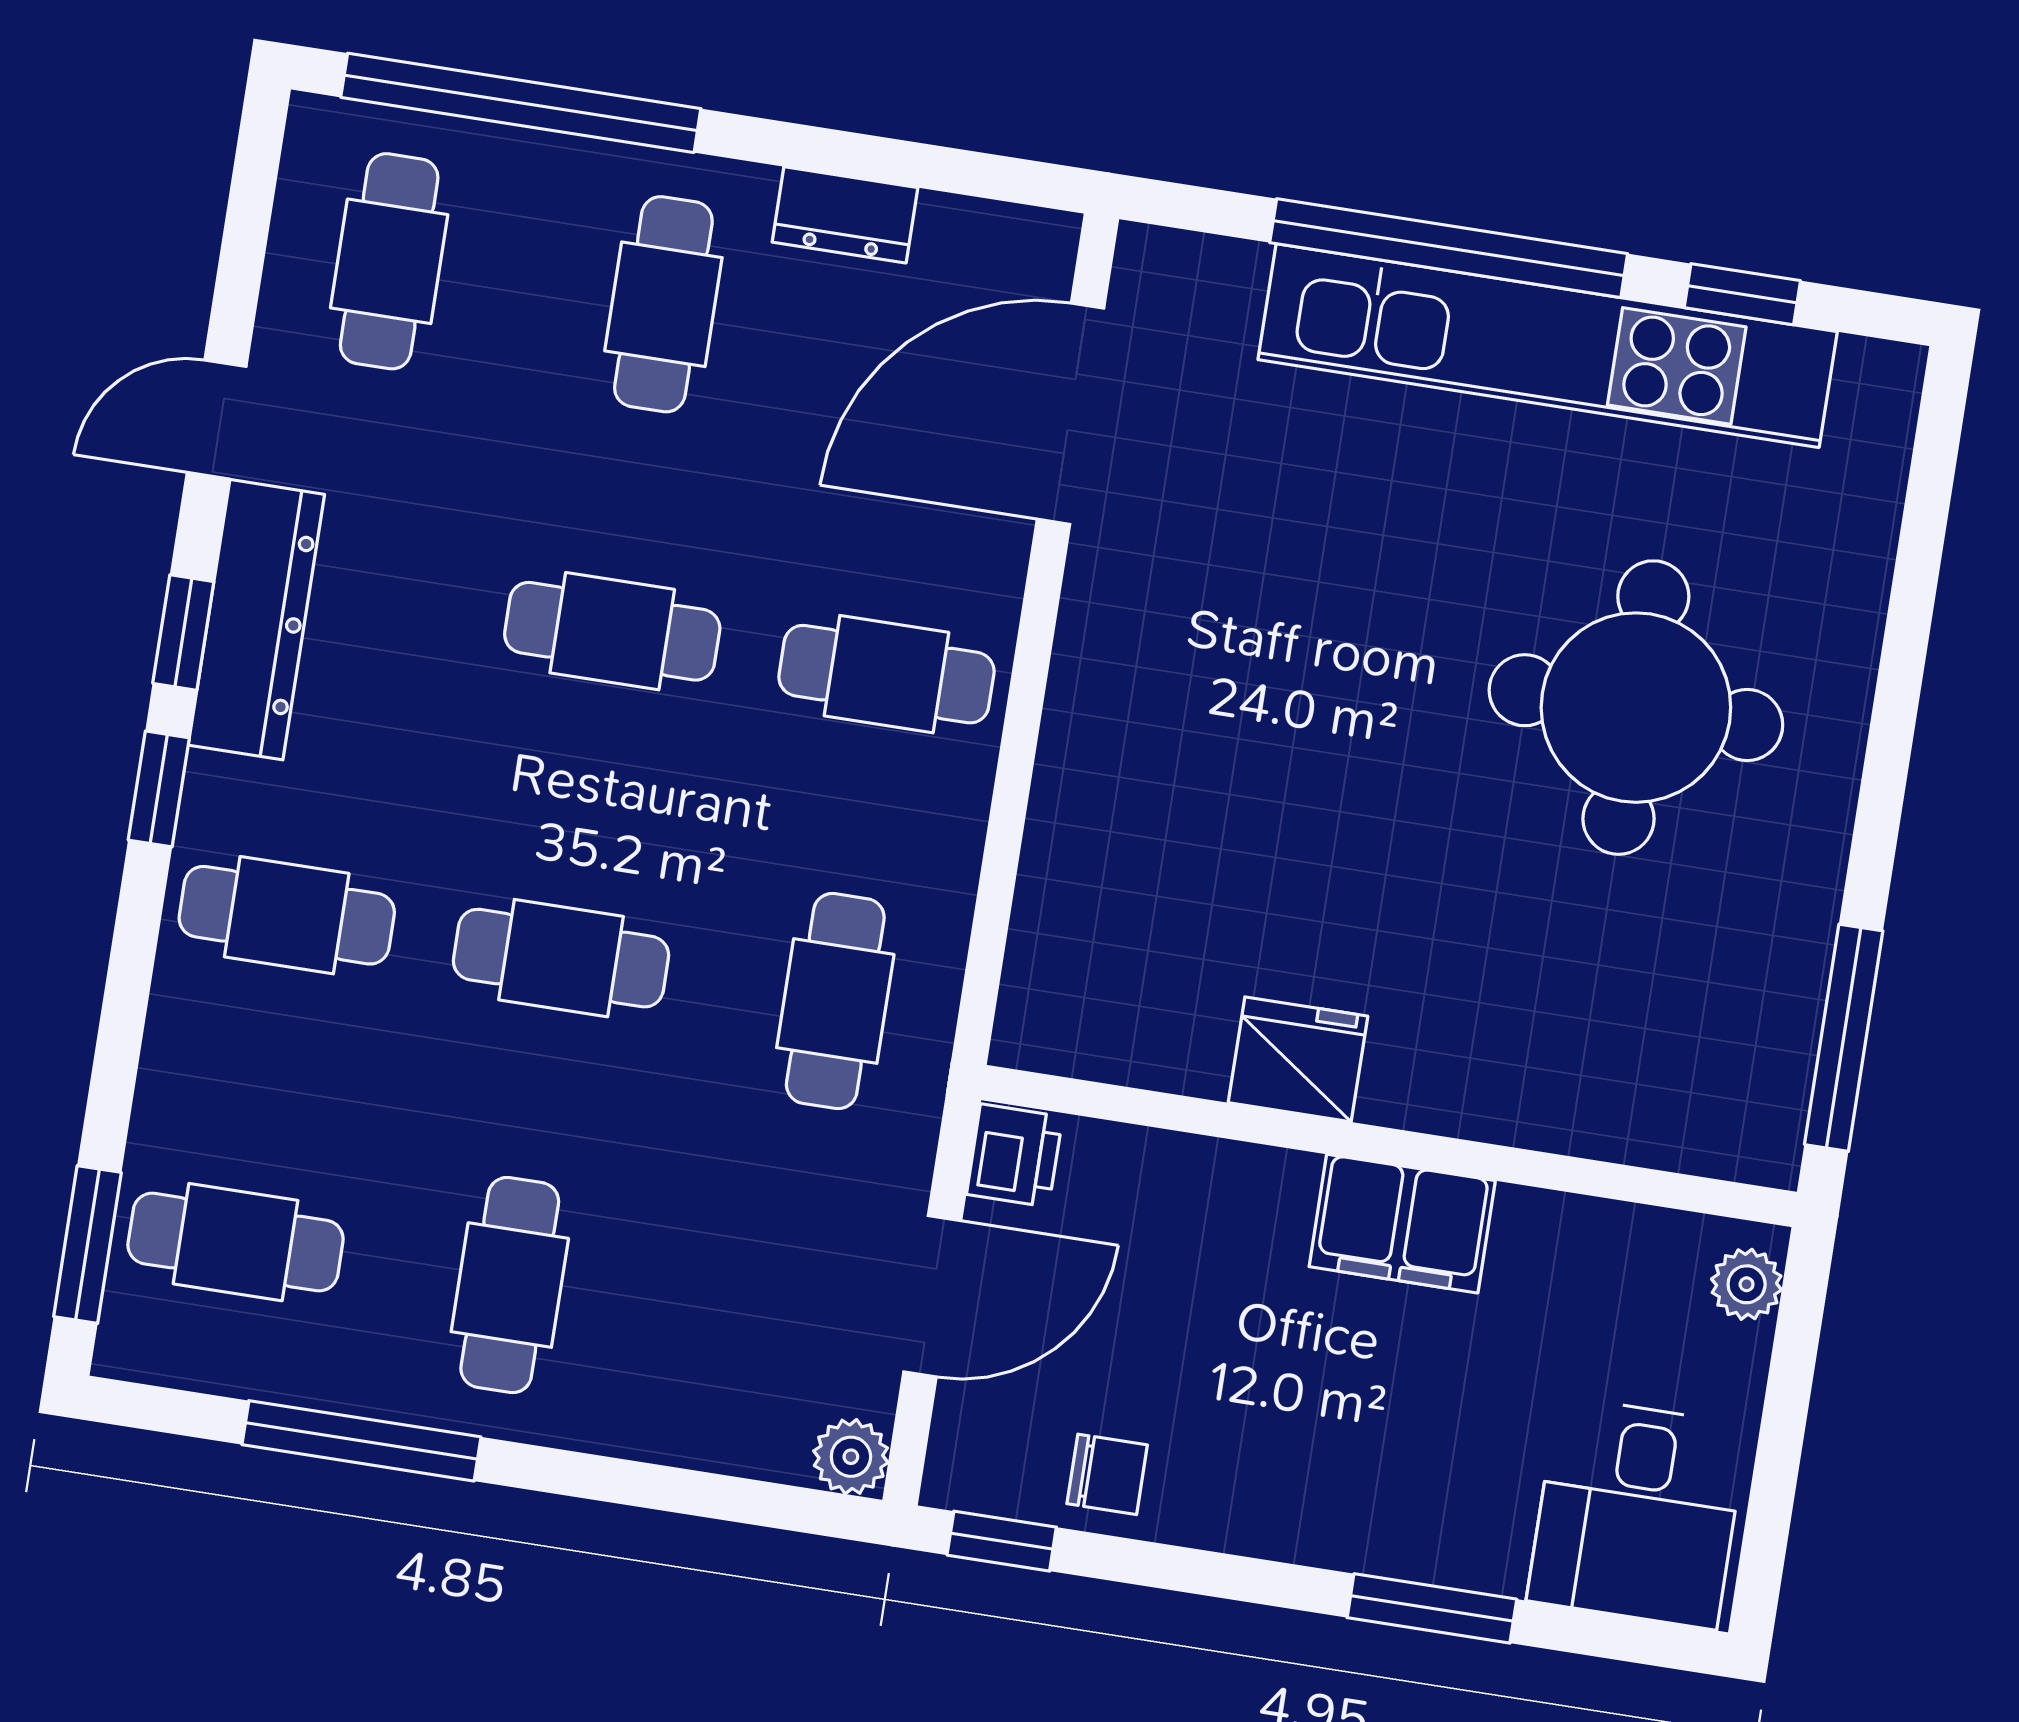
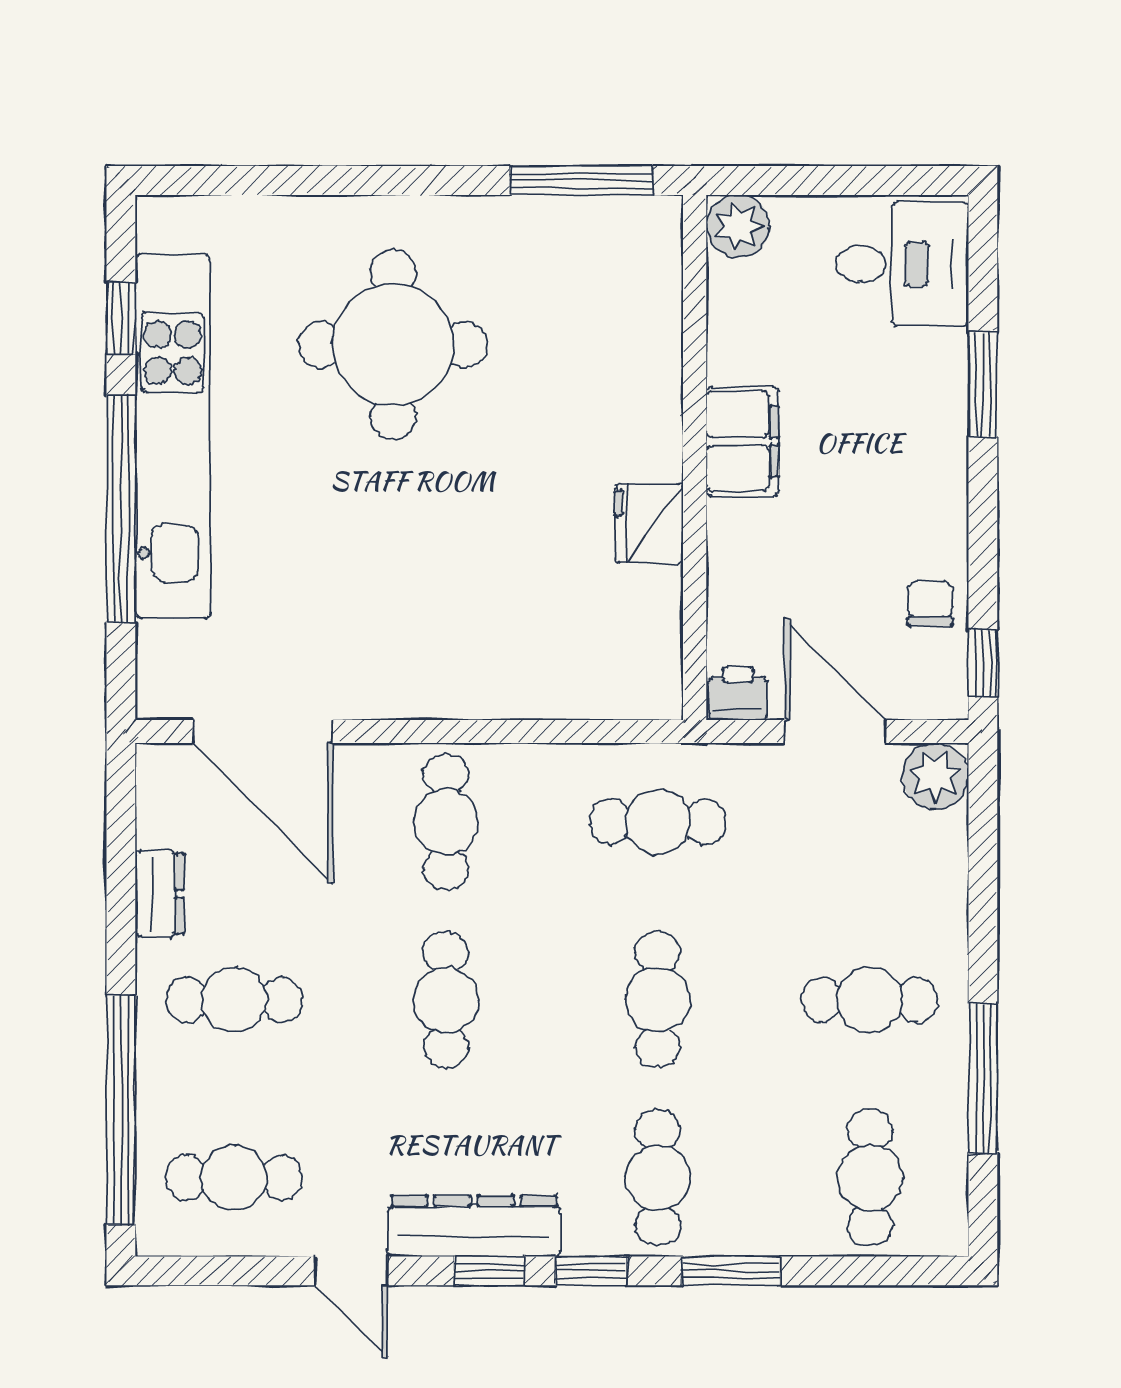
window: (87, 1245) -> (731, 1271), moved
plant: (1747, 1284) -> (738, 226), width x1.38, depth x1.38
plant: (851, 1457) -> (935, 776), width x1.38, depth x1.38

